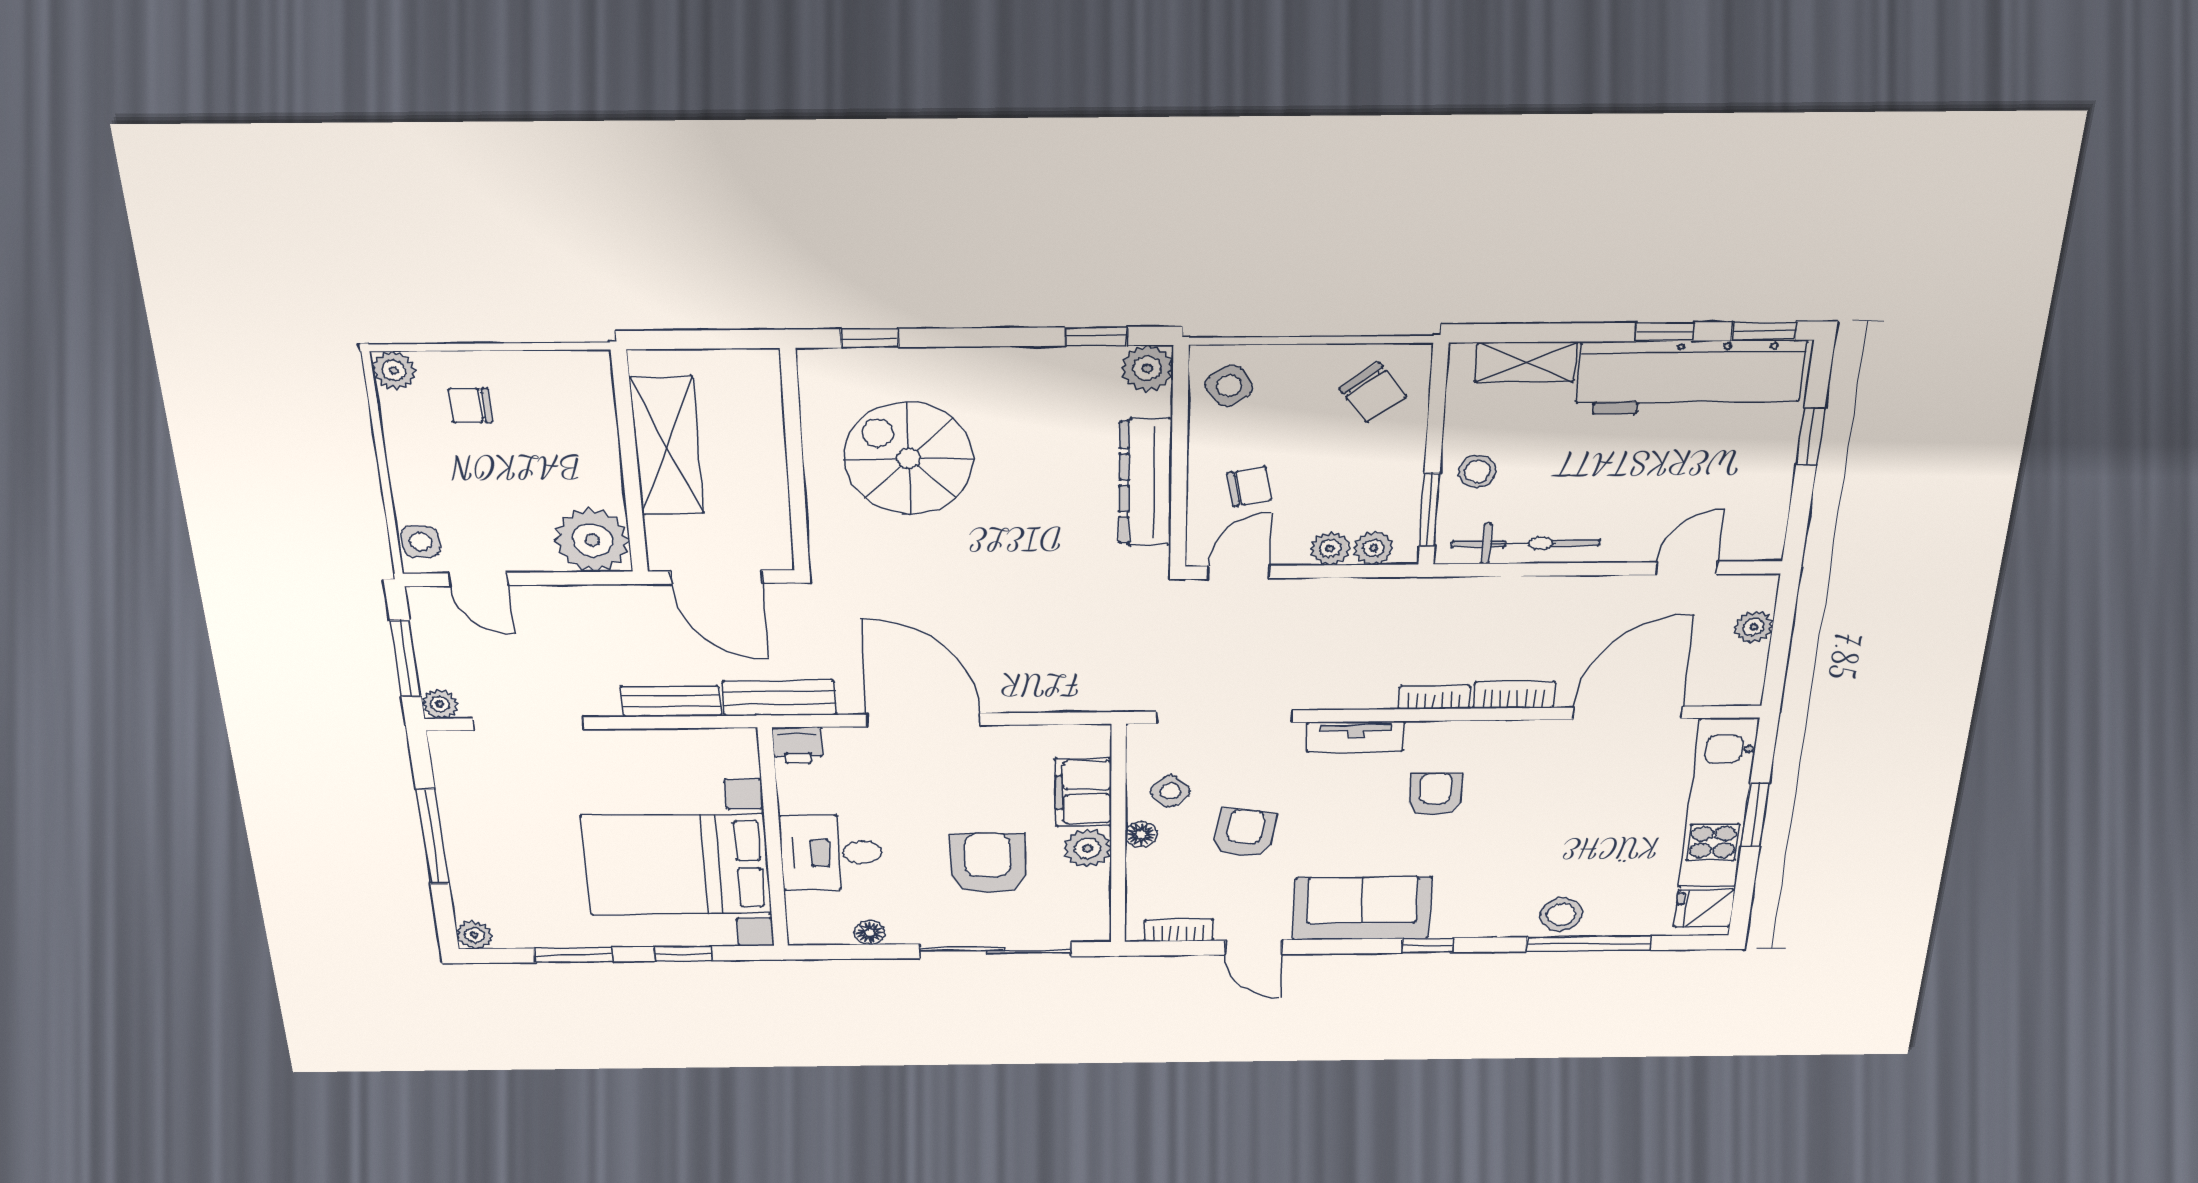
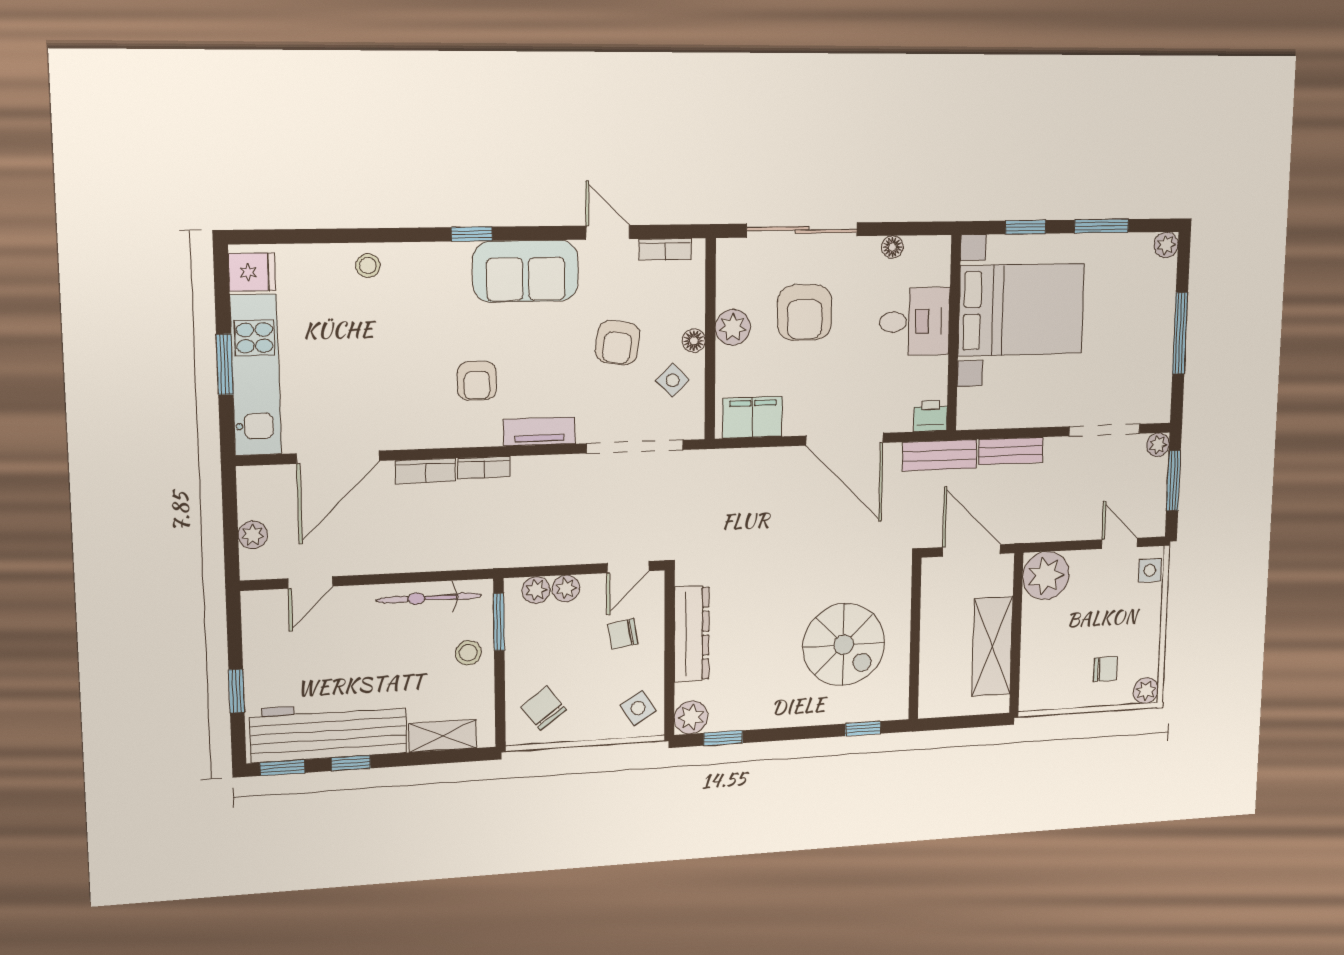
filing cabinet: (1083, 792) -> (753, 417), moved, turned -90
stool: (1561, 914) -> (368, 266), width x0.73, depth x0.73
window: (1588, 944) -> (342, 236), removed

